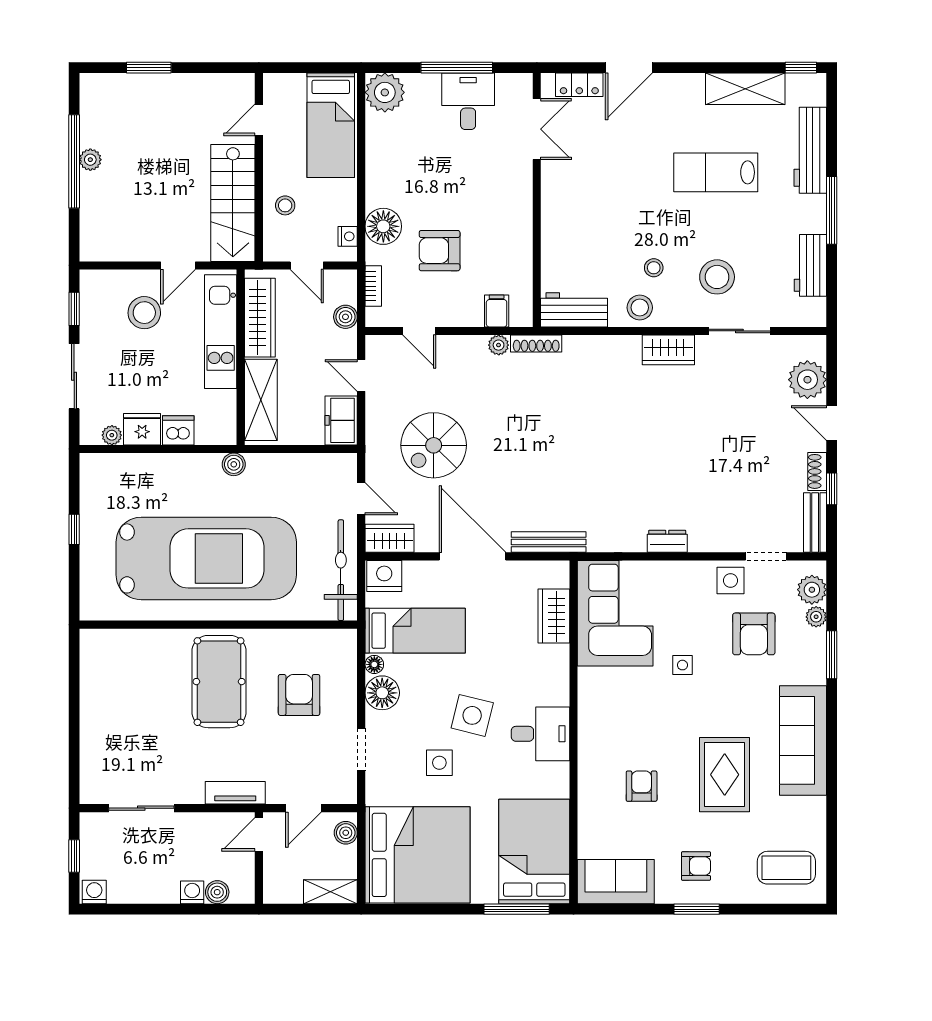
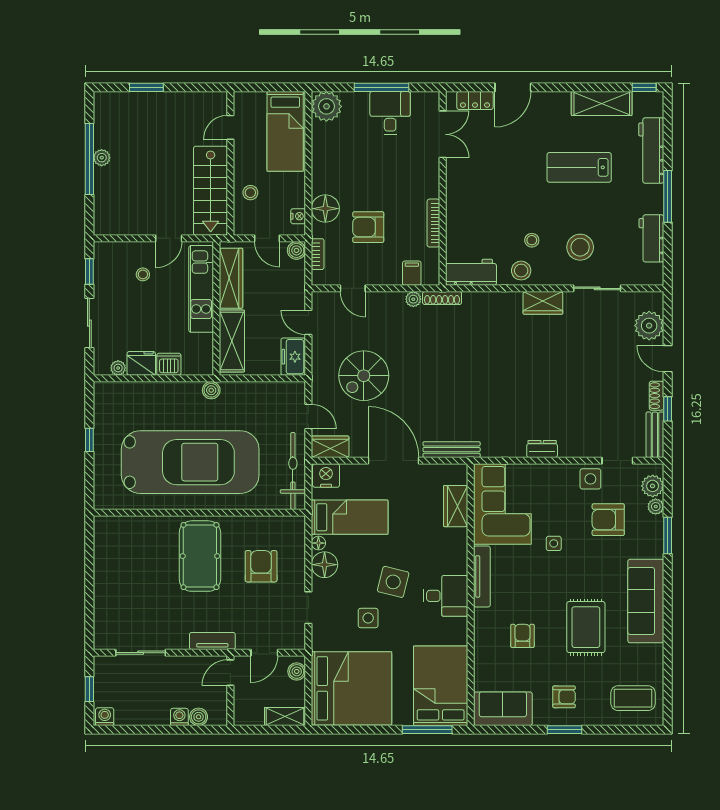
bookcase: (525, 245) -> (433, 223), added
stool: (144, 313) -> (143, 274), width x0.53, depth x0.53
boiler: (345, 317) -> (296, 250), moved
armchair: (754, 634) -> (608, 520), turned 90
tv unit: (588, 708) -> (482, 576), added

